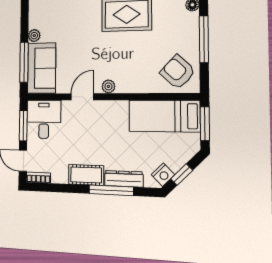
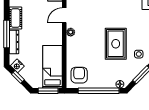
window: (204, 39) -> (99, 91), width x1.46
armchair: (178, 72) -> (79, 75), turned -43
door: (82, 97) -> (64, 15), swing flipped

